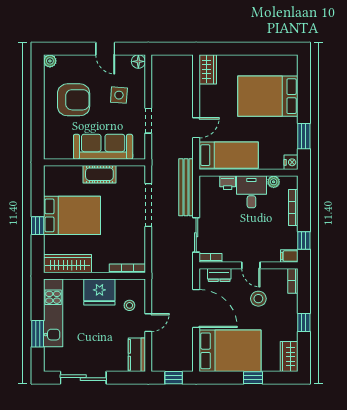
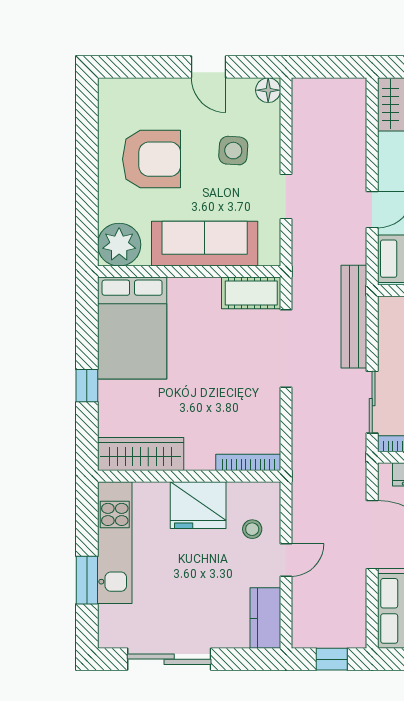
plant: (50, 61) -> (119, 245), moved, width x1.87, depth x1.87
cot: (99, 174) -> (251, 293), moved
bed: (72, 215) -> (132, 328), moved, turned 90

